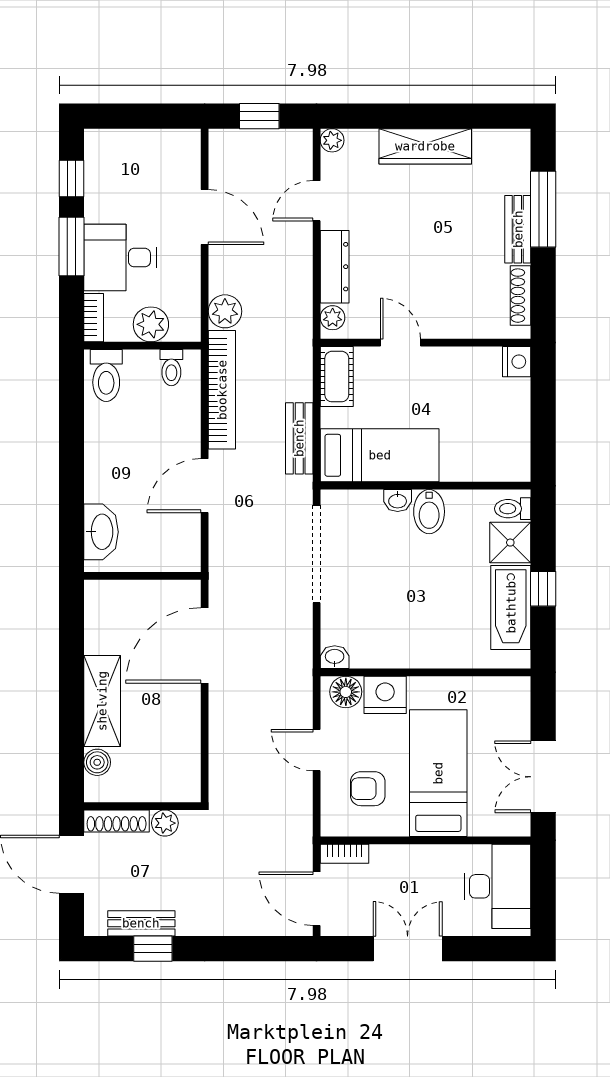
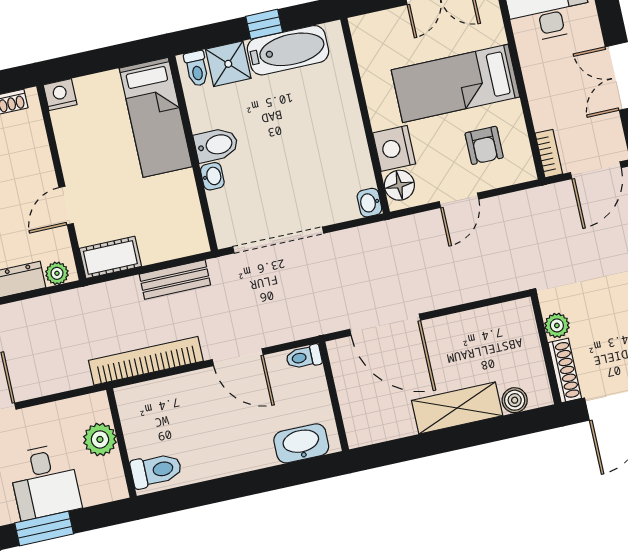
plant: (225, 311) -> (73, 374), removed
bookcase: (94, 318) -> (105, 494), removed
toilet: (171, 368) -> (304, 357), moved, turned 180
bed: (380, 455) -> (156, 117), moved, turned 180

